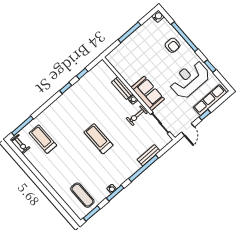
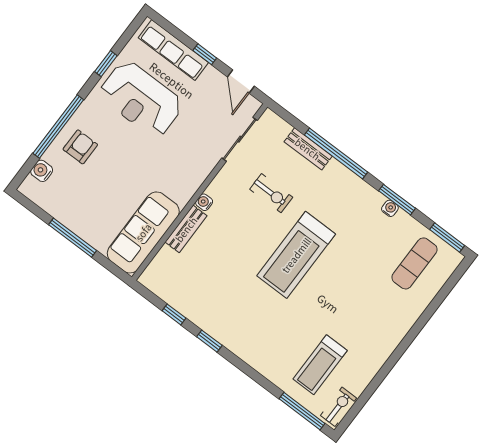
water cooler: (158, 16) -> (42, 171), moved
sofa: (148, 93) -> (143, 232), moved, width x1.36
exercise bike: (137, 116) -> (271, 193), moved
door: (188, 130) -> (241, 81), swing flipped
treadmill: (99, 139) -> (296, 255), width x1.37, depth x1.38

